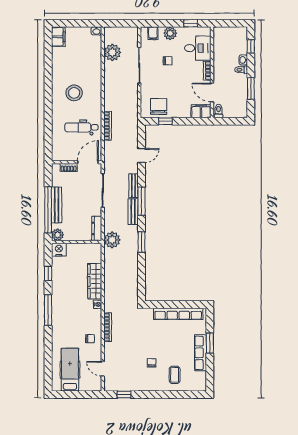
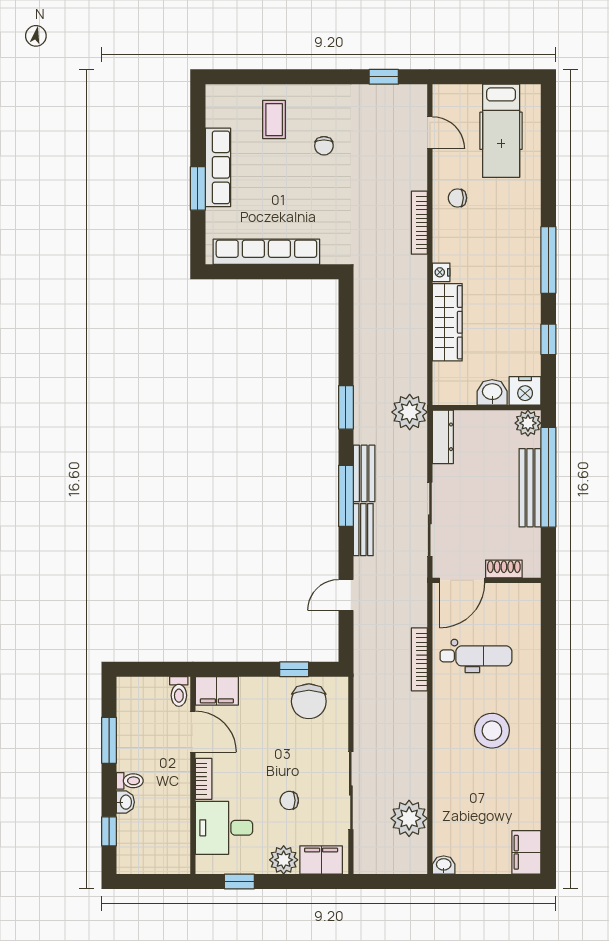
filing cabinet: (153, 33) -> (321, 860), width x2.00
washbasin: (74, 249) -> (492, 392), added

